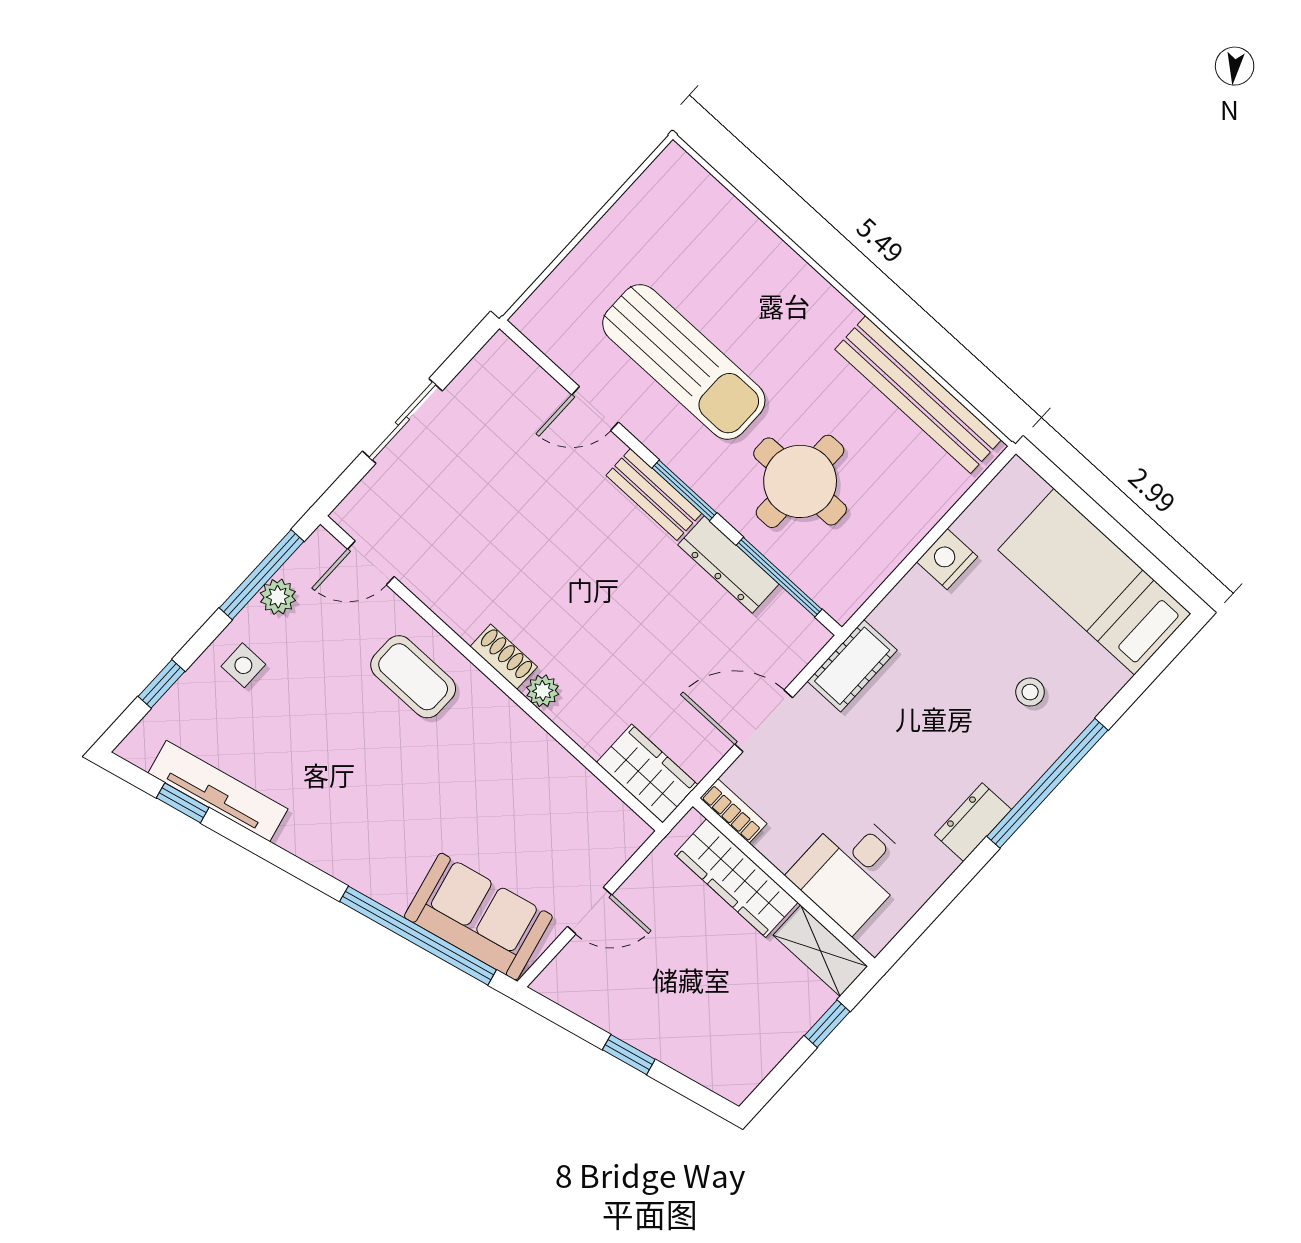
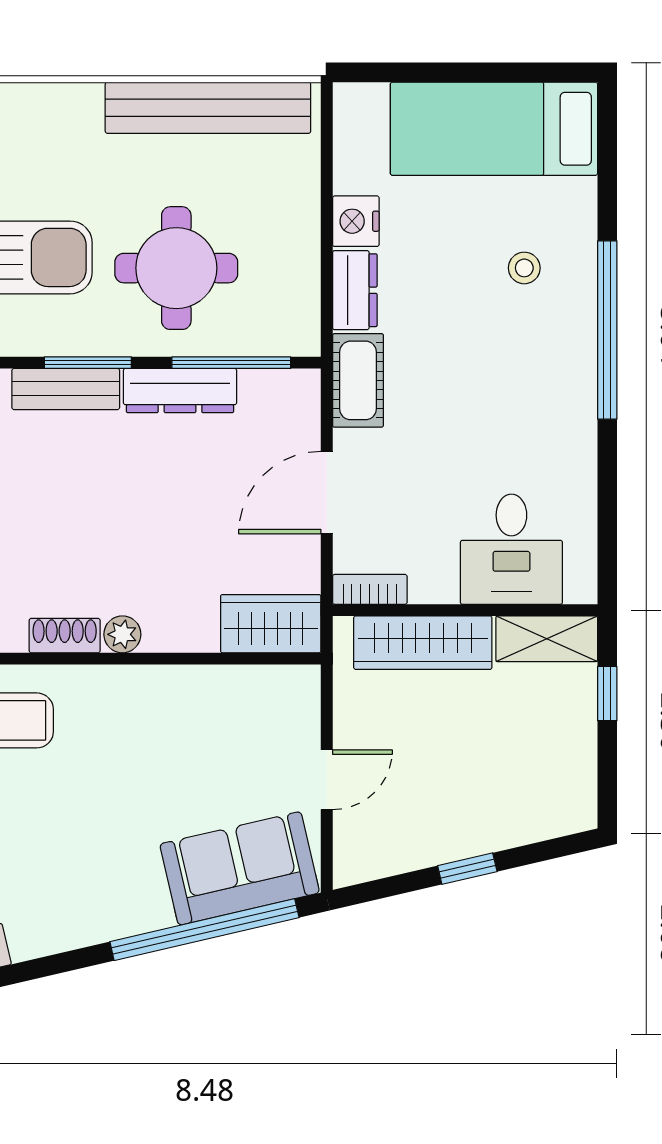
dresser: (973, 822) -> (355, 290), moved, turned 180

